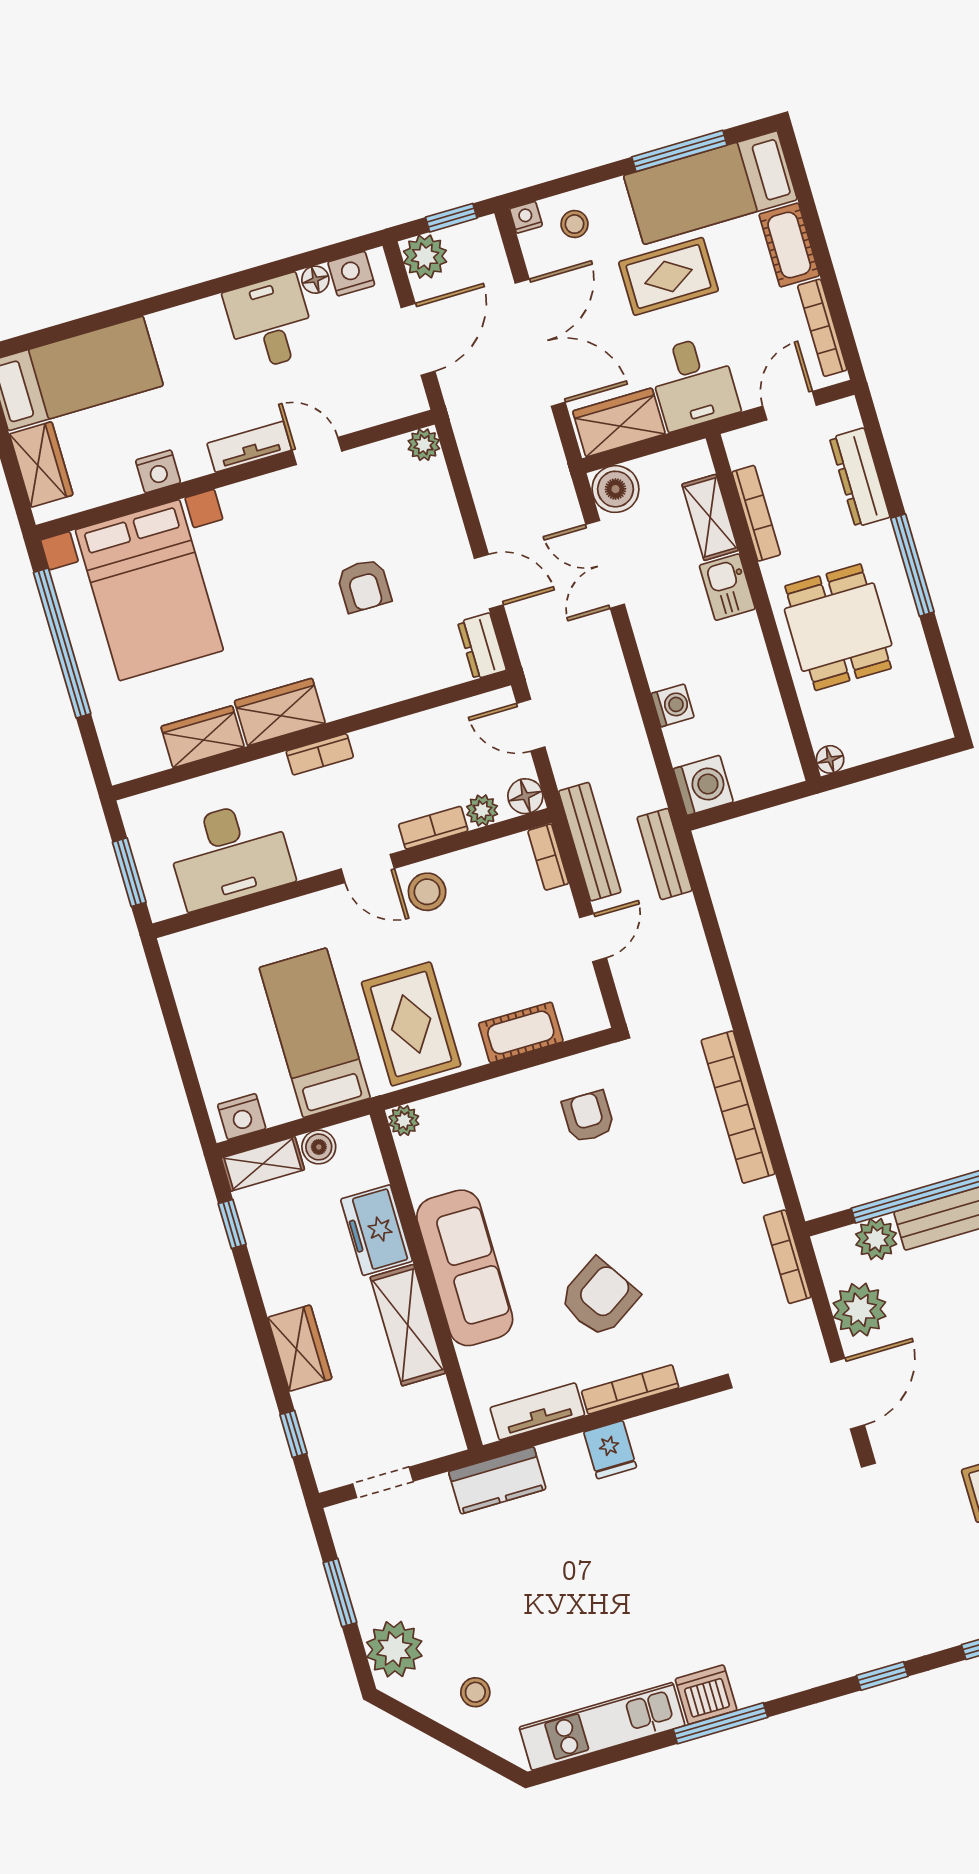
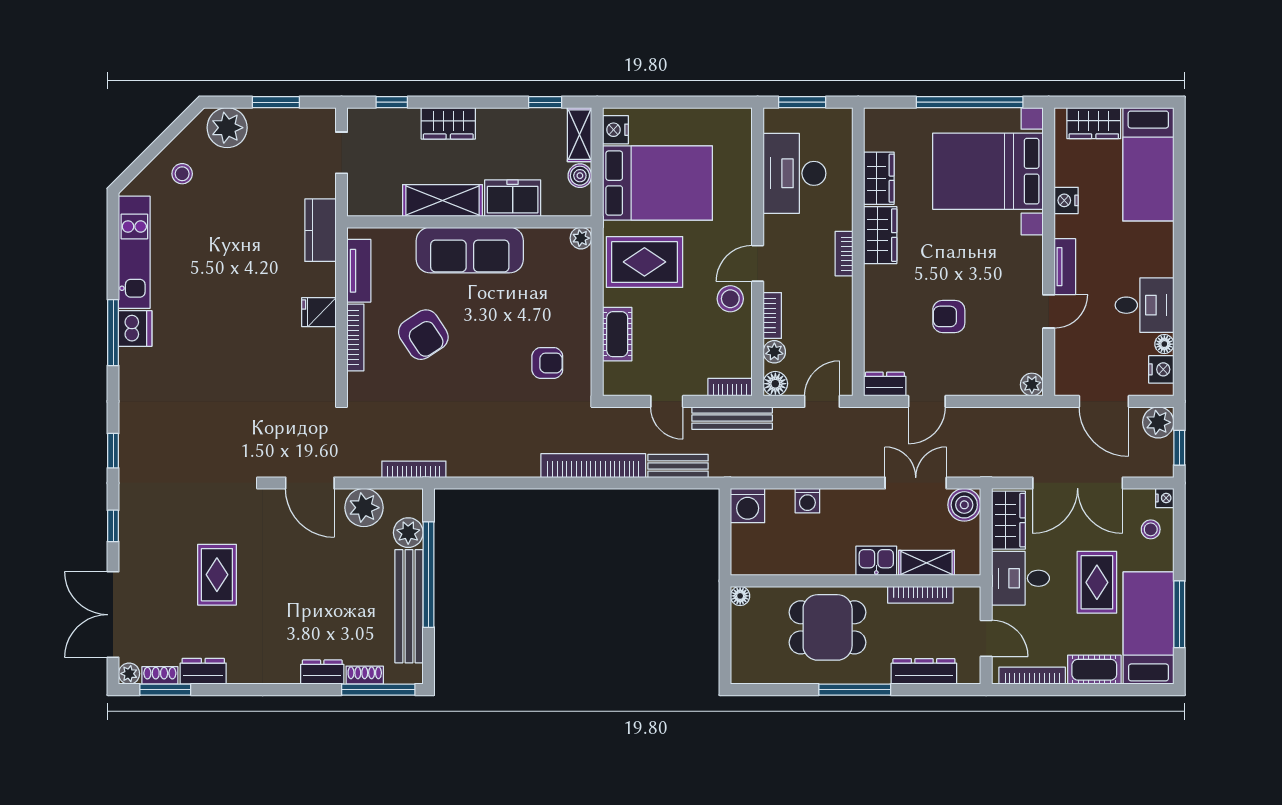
bench: (665, 854) -> (678, 466), moved
bed: (315, 1033) -> (658, 183), width x1.50
bookcase: (738, 1107) -> (593, 466), moved

